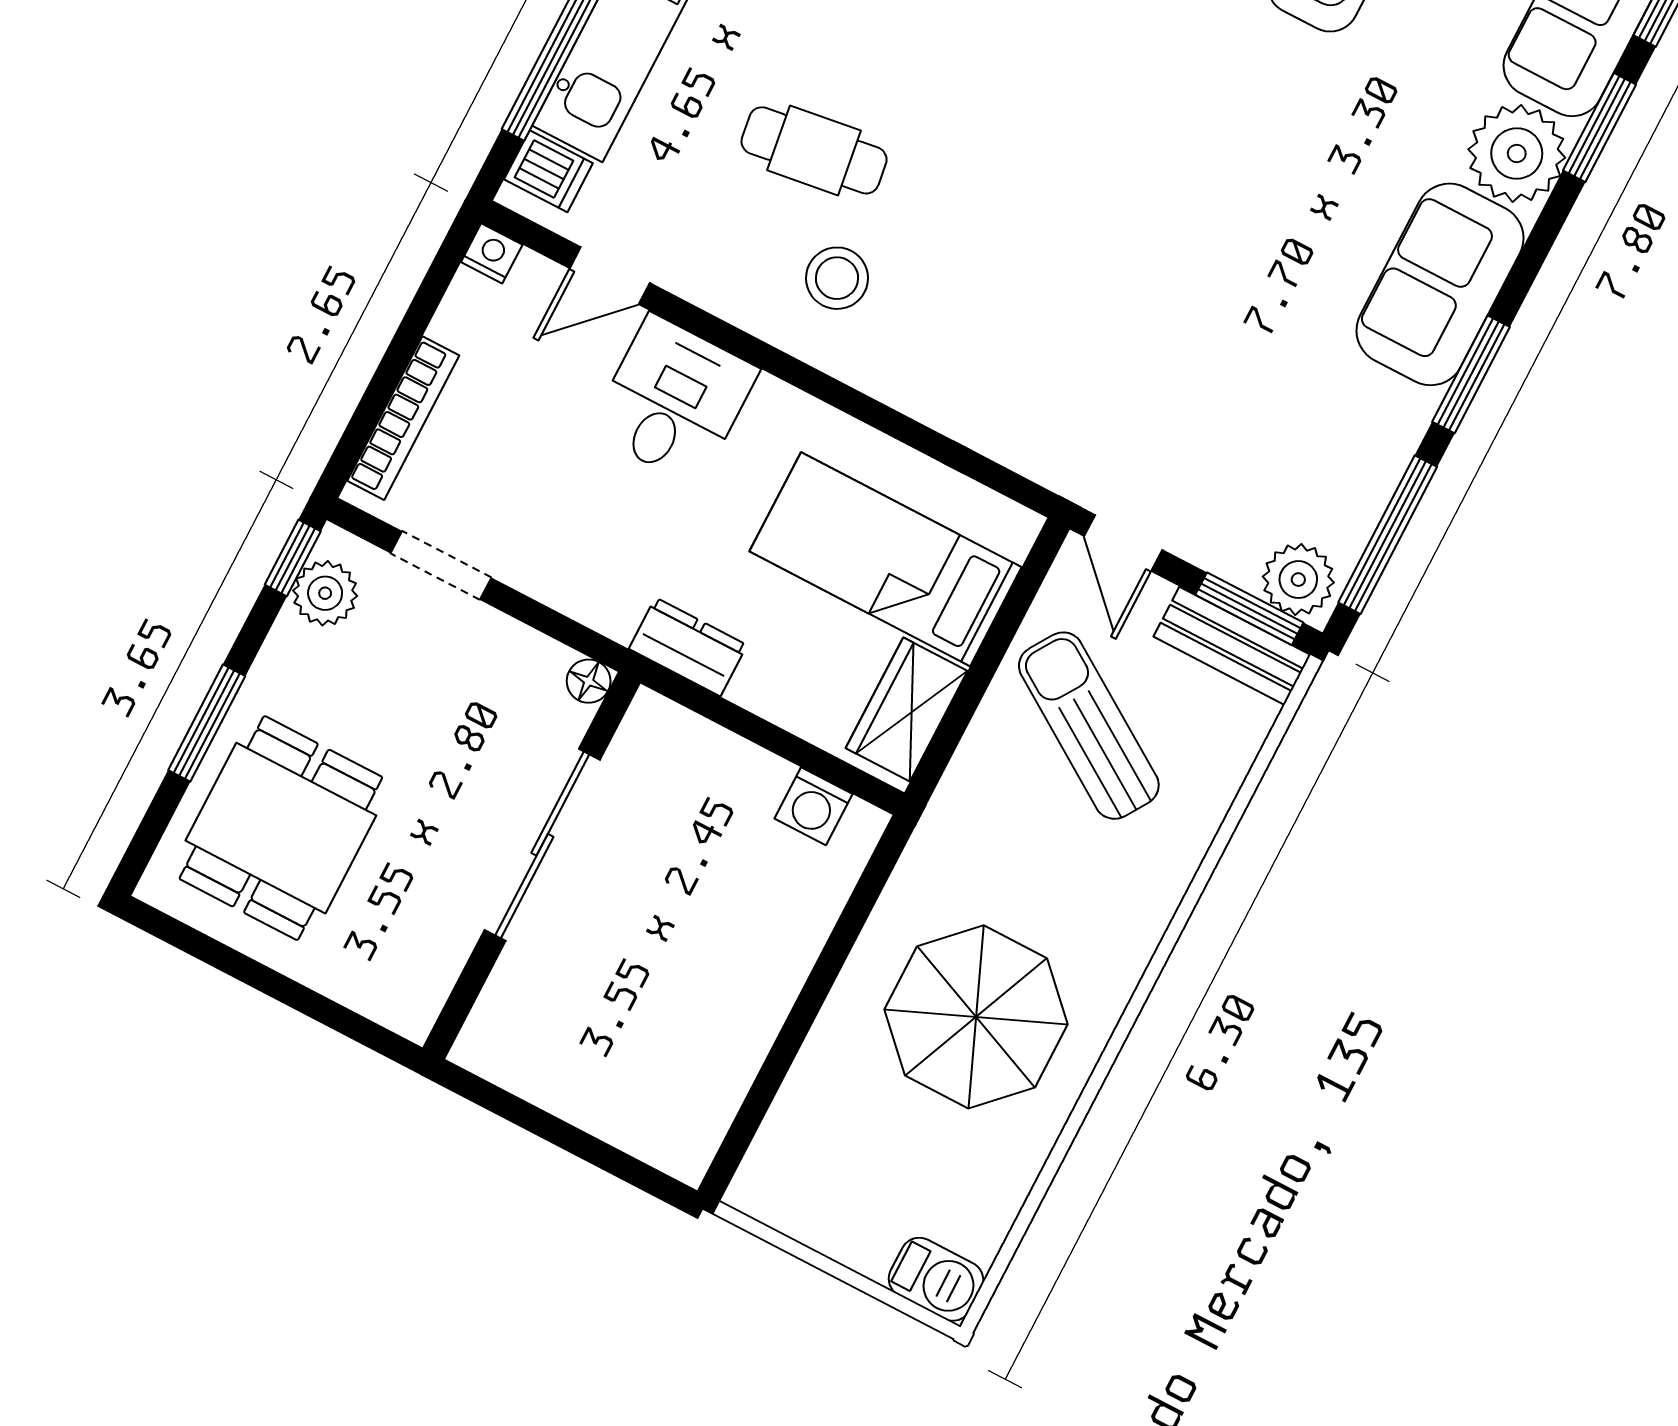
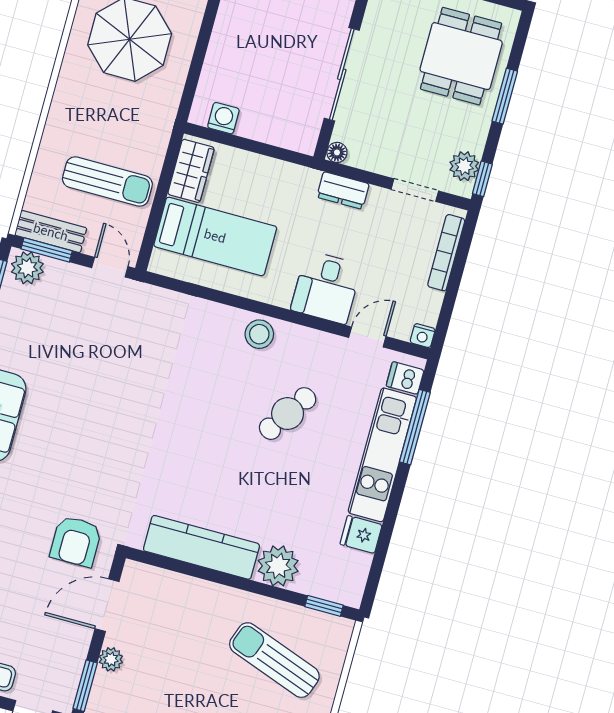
cafe table: (814, 150) -> (288, 414), turned -48
stool: (837, 278) -> (259, 334), moved
dresser: (688, 647) -> (343, 190), moved
sun lounger: (1089, 726) -> (107, 182), turned -33

